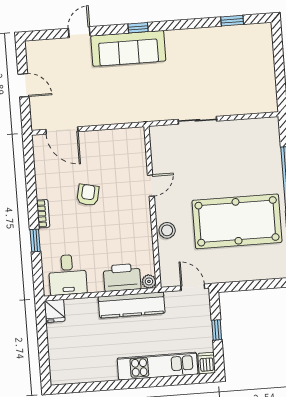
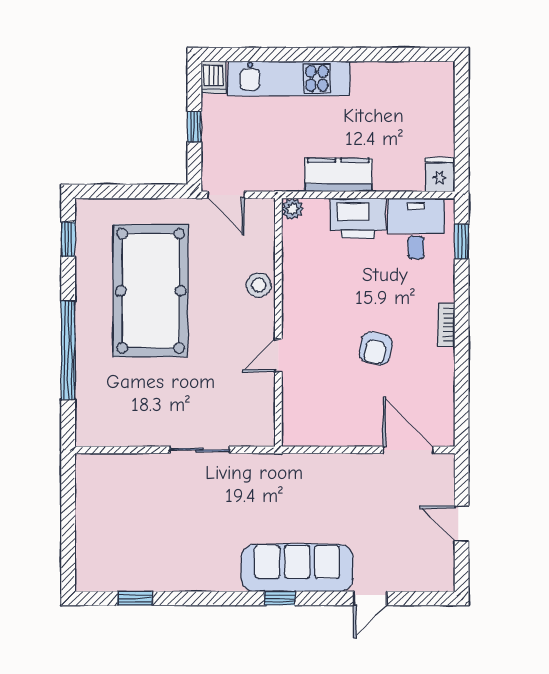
pool table: (237, 221) -> (151, 291), turned 90
window: (35, 240) -> (462, 242), moved
printer: (122, 277) -> (358, 218), moved
kitchen counter: (132, 305) -> (338, 175), width x0.67

